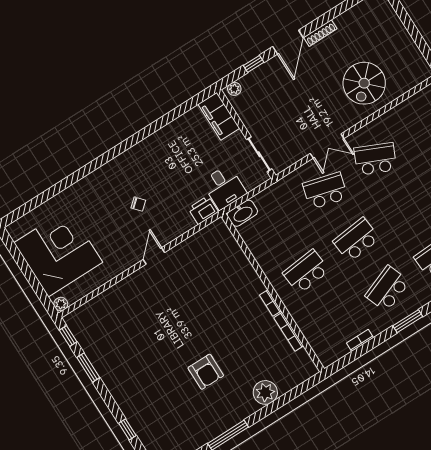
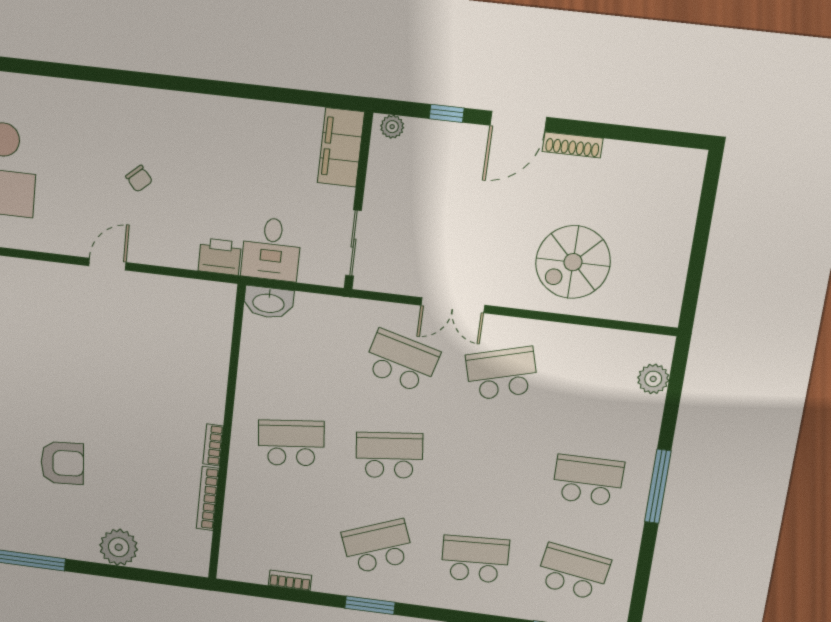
school desk: (375, 159) -> (502, 373), turned -39
armchair: (206, 372) -> (62, 463), turned -94

